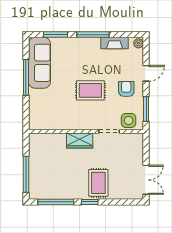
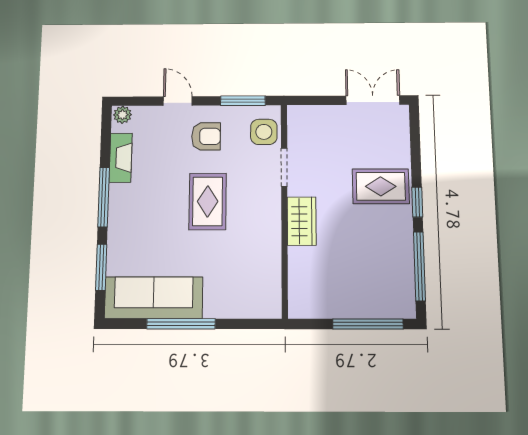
armchair: (126, 89) -> (206, 136), turned 180

